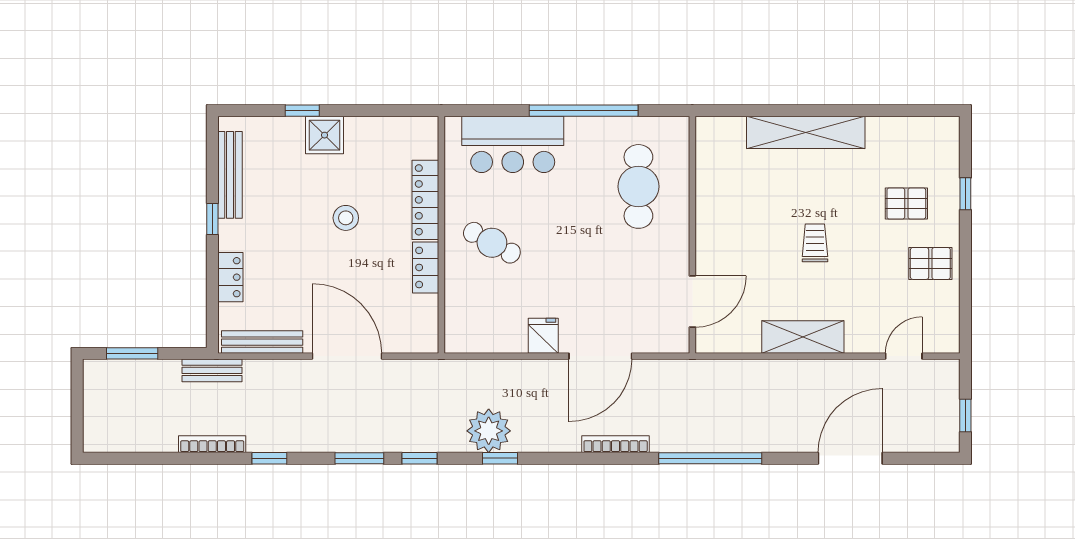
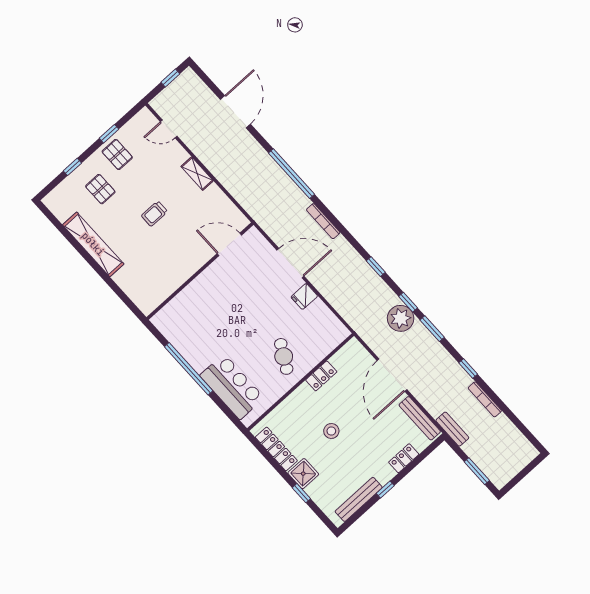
shelving: (806, 132) -> (93, 244), moved
cafe table: (638, 186) -> (200, 314), removed
locker: (425, 200) -> (276, 449), moved, turned -90
window: (965, 277) -> (109, 134), added
shelving: (803, 337) -> (197, 174), width x0.67, depth x0.75
plant: (489, 431) -> (401, 318), moved
door: (850, 458) -> (235, 112), swing flipped

